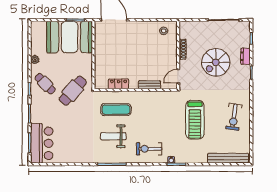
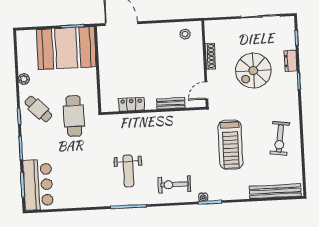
cafe table: (73, 91) -> (74, 116), turned -41
exercise mat: (116, 110) -> (130, 137), removed
weight bench: (113, 136) -> (128, 171), turned -90

